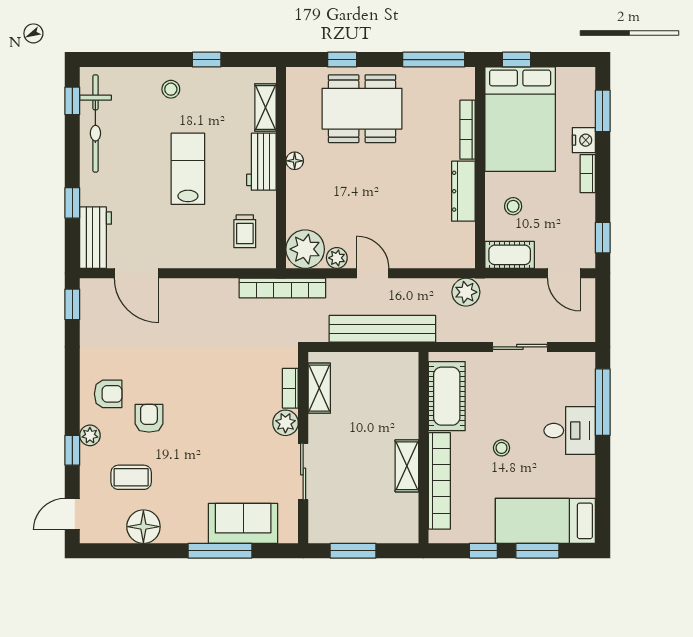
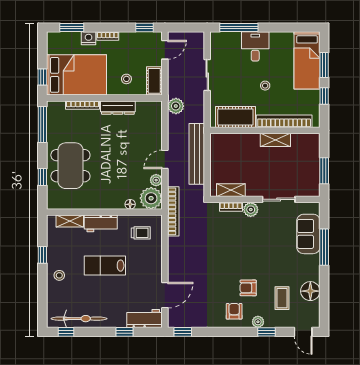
floor lamp: (295, 161) -> (130, 204), moved

